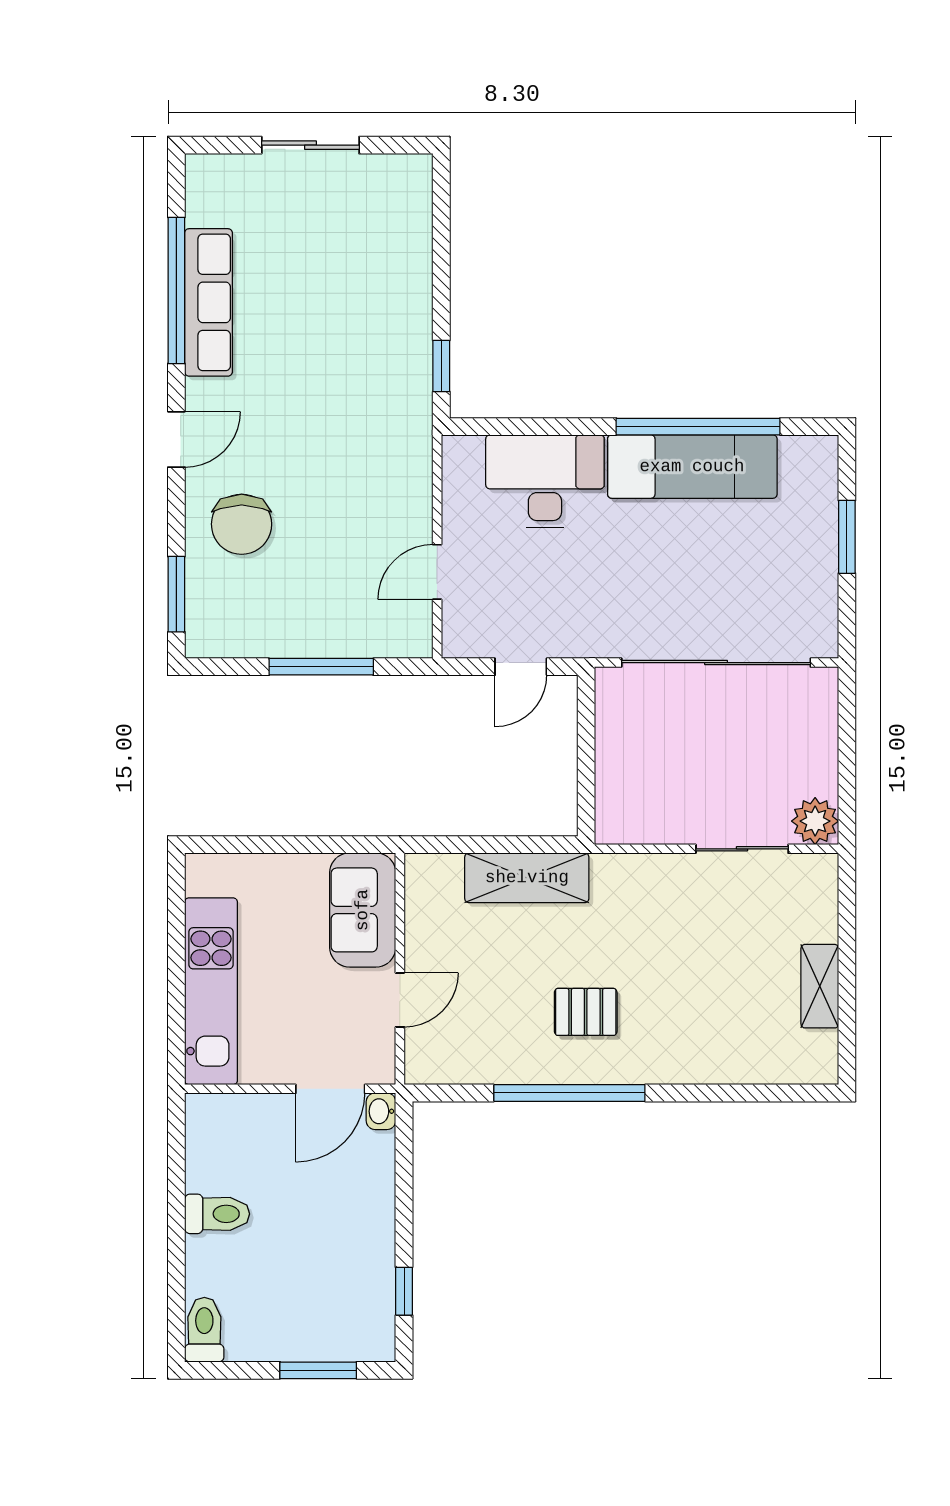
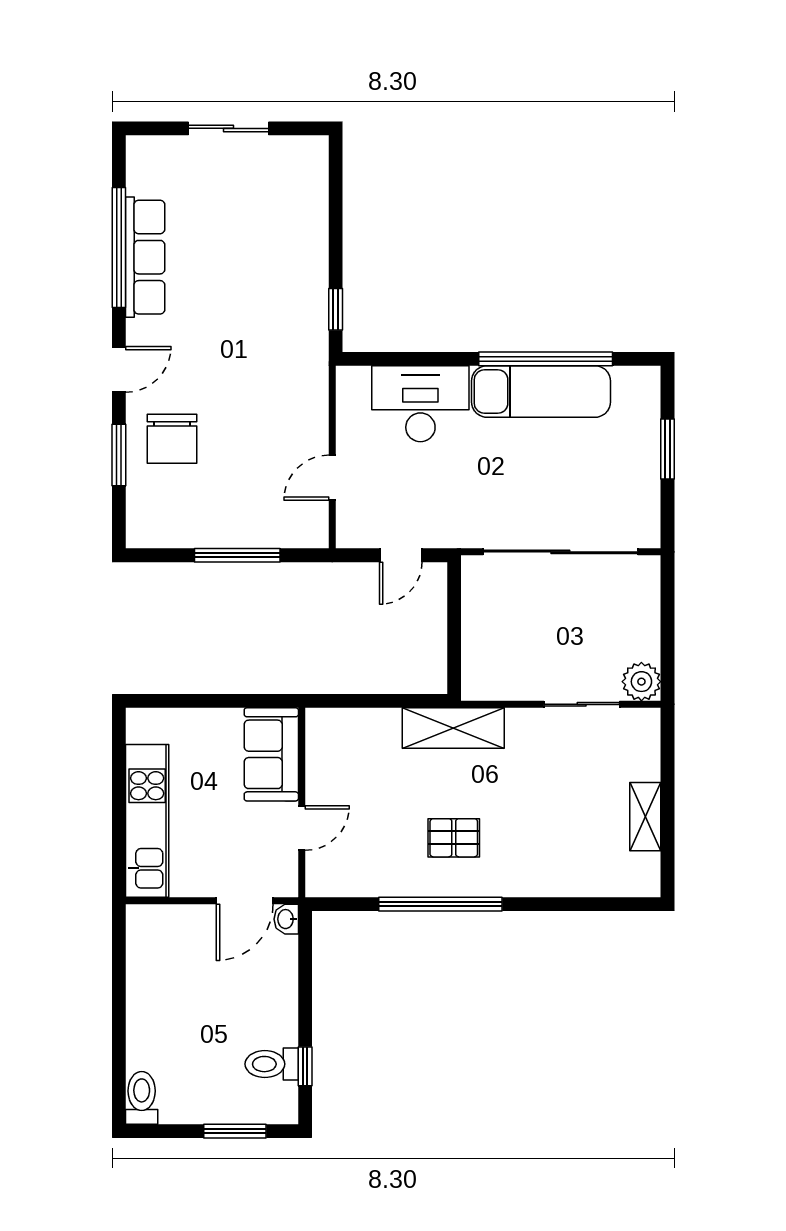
window: (176, 594) -> (119, 455), moved
shelving: (527, 878) -> (453, 728), moved
toilet: (217, 1214) -> (272, 1064), moved, turned 180

